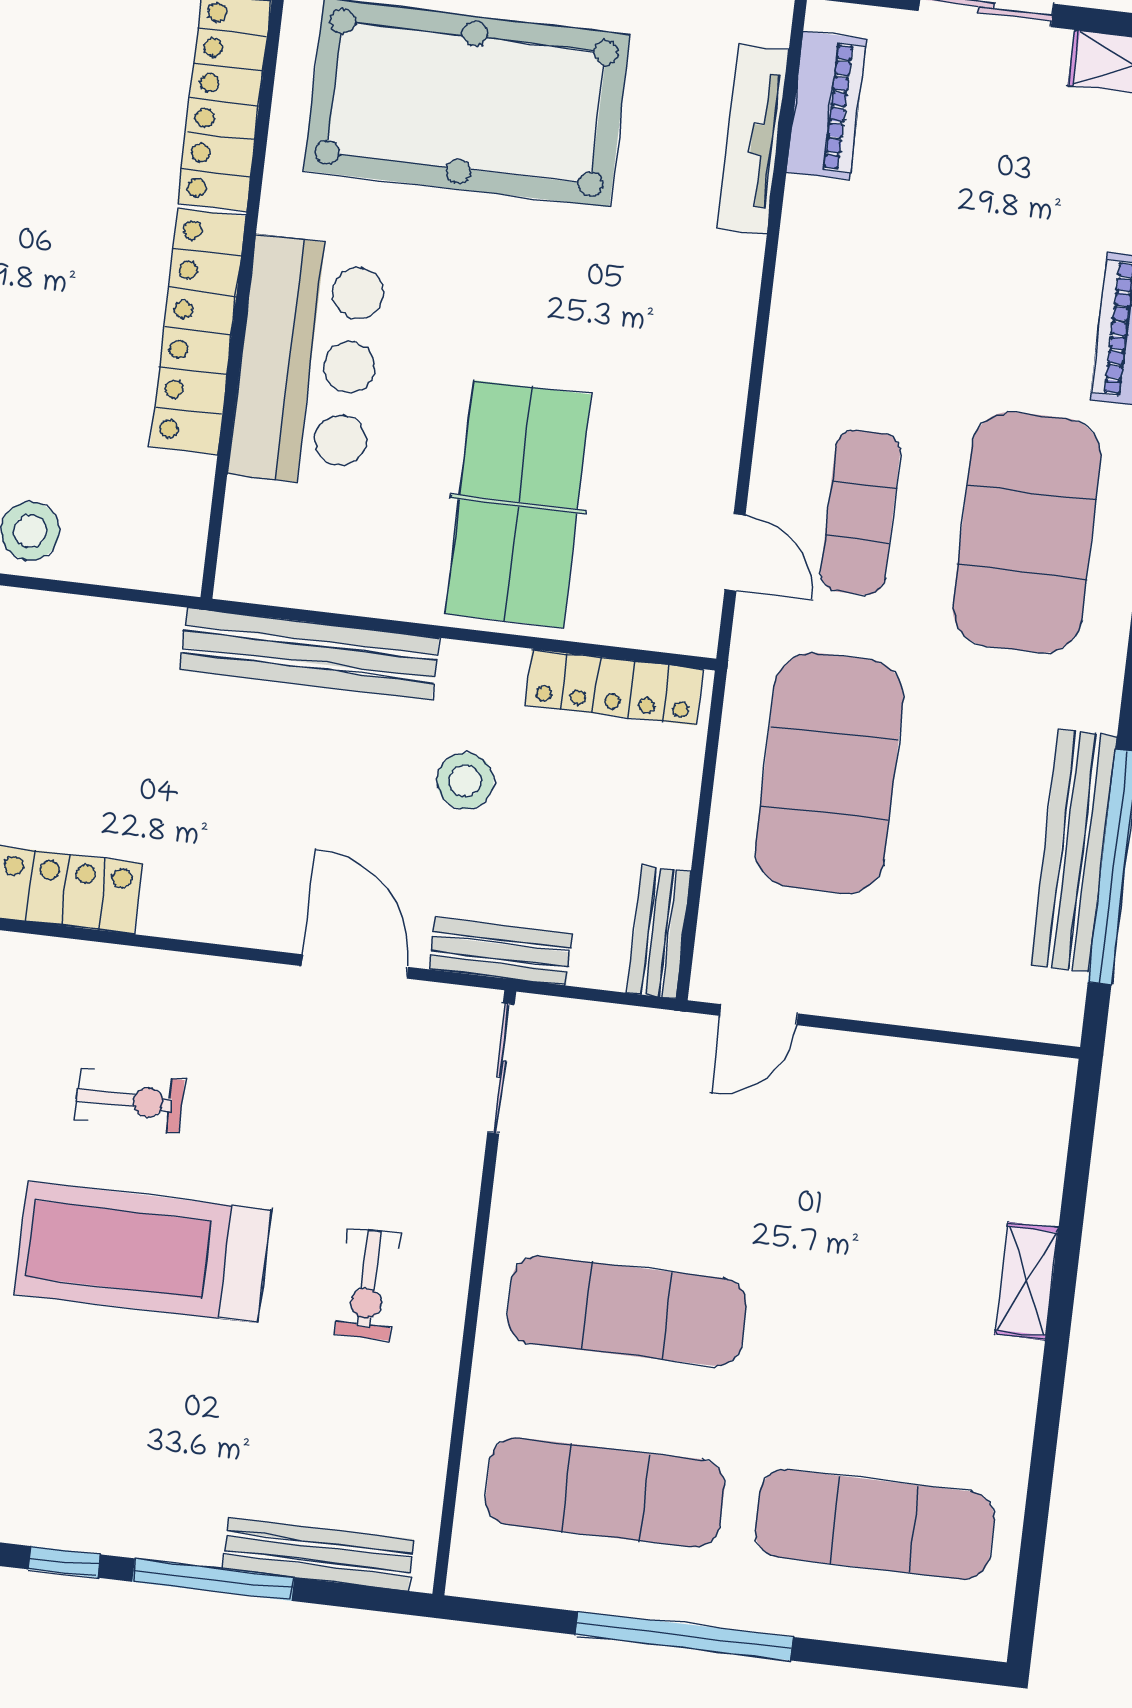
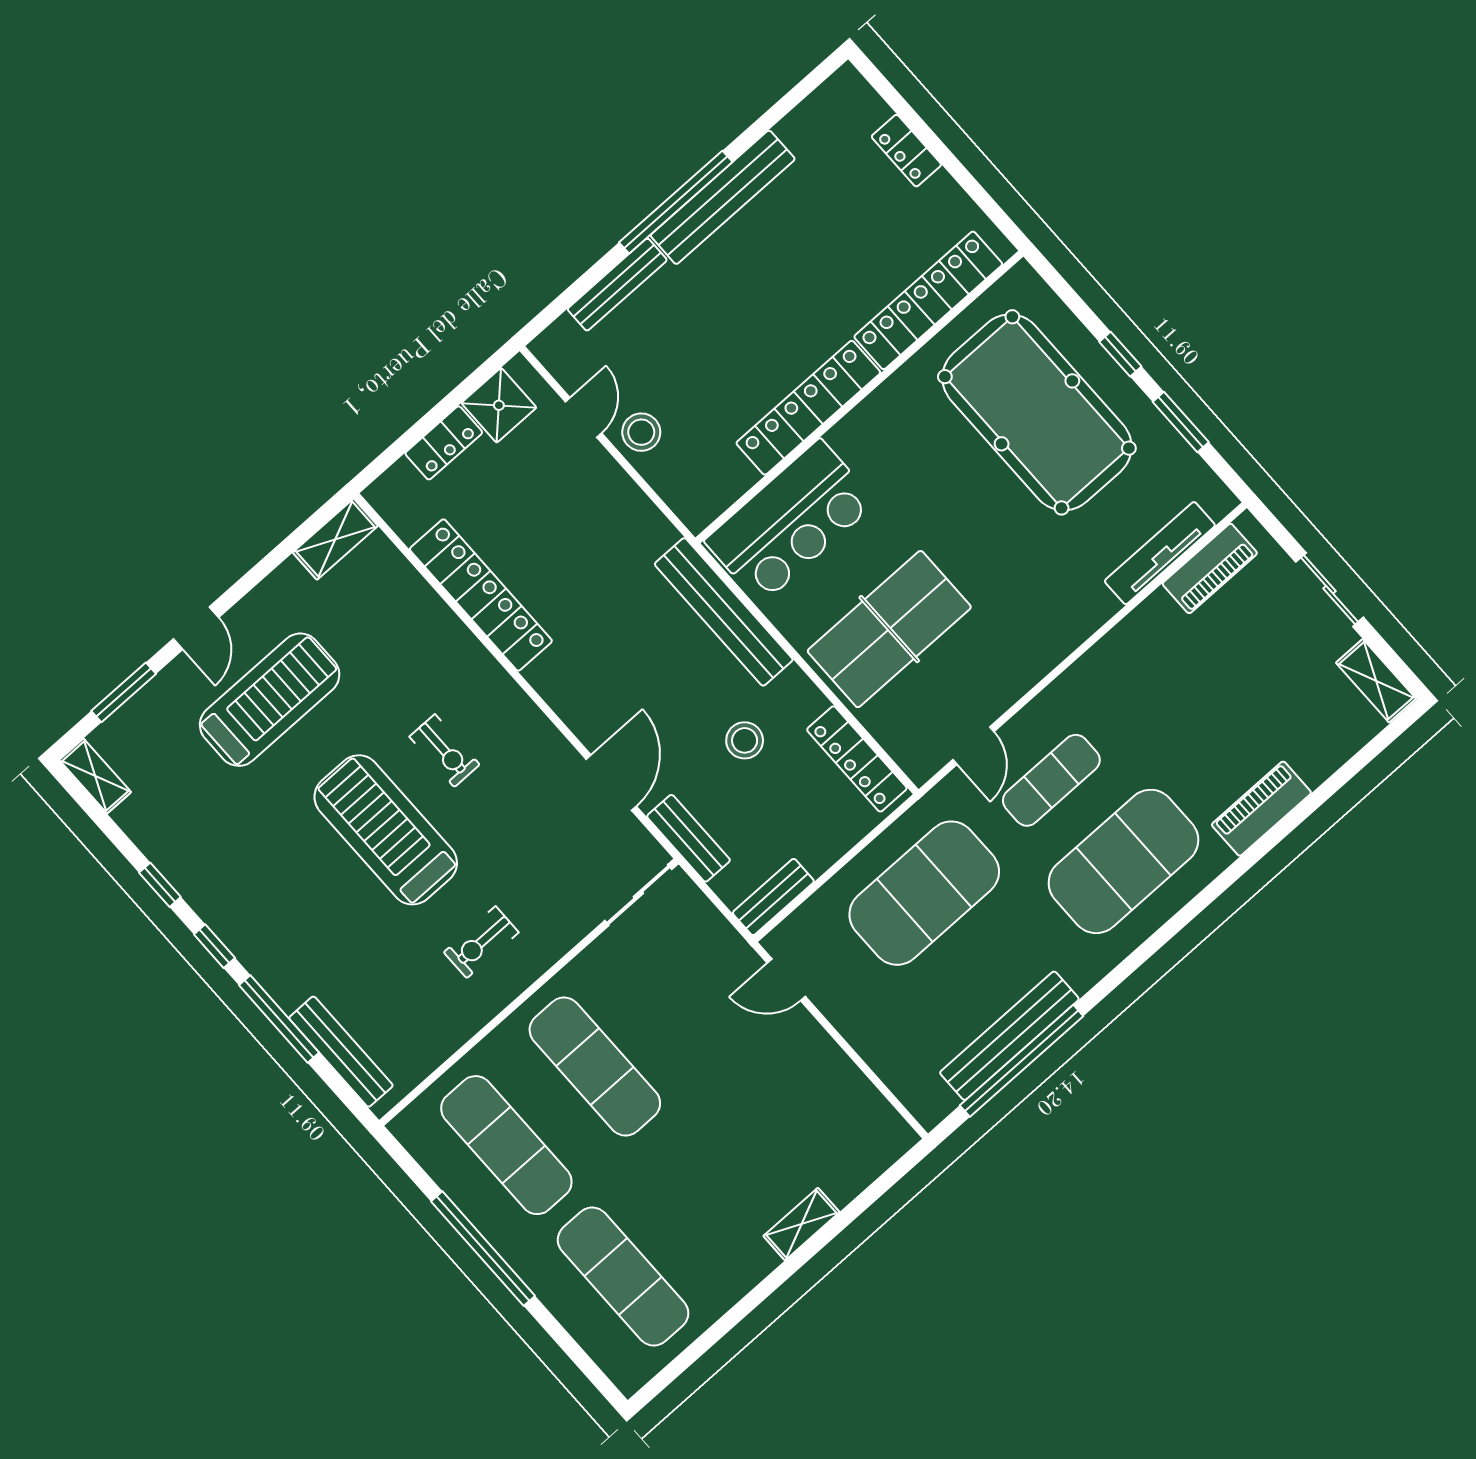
bar counter: (308, 362) -> (790, 522), moved

